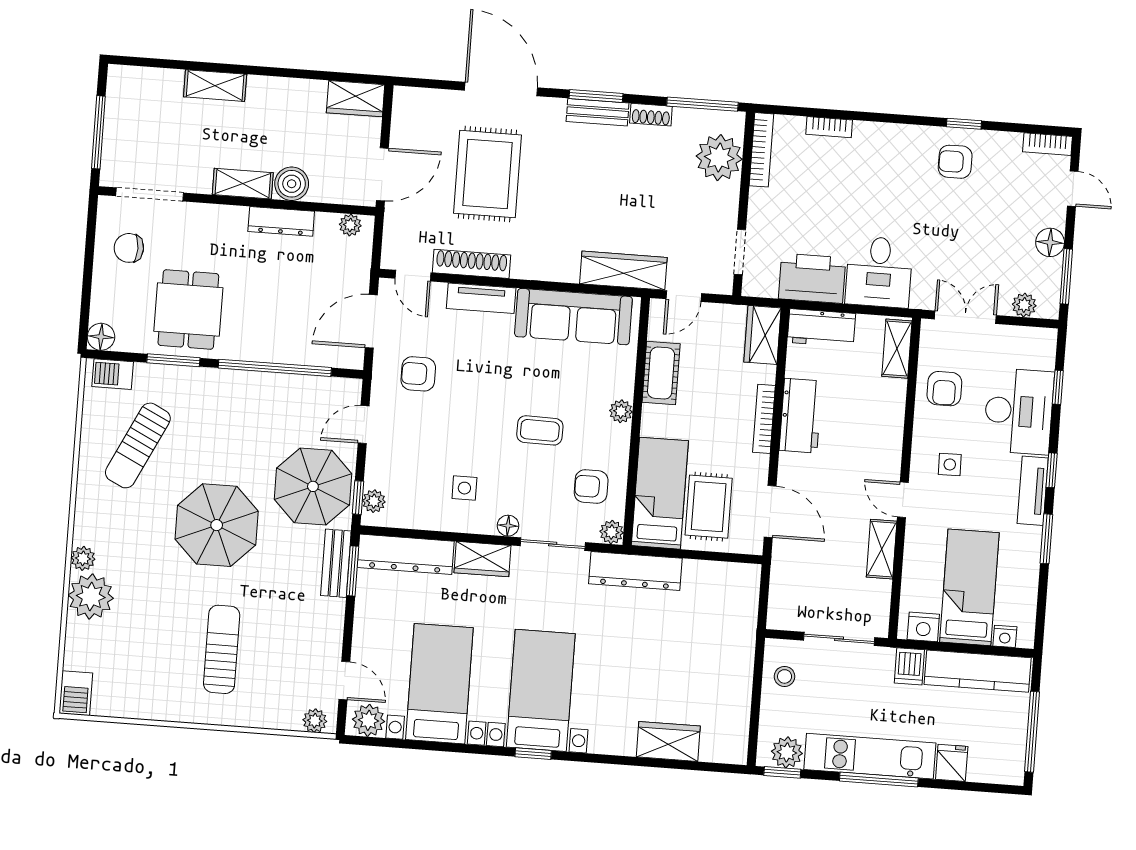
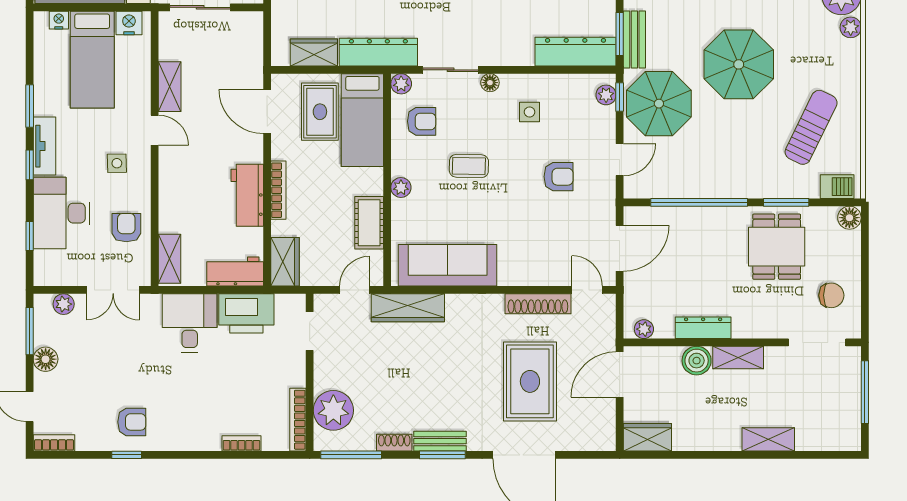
tv unit: (481, 298) -> (528, 275), removed
armchair: (418, 374) -> (559, 177), moved
wardrobe: (483, 559) -> (314, 52), moved

